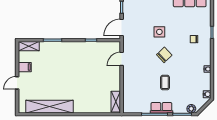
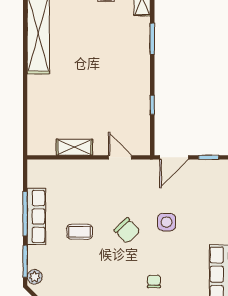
door: (122, 27) -> (174, 157), swing flipped
shelving: (116, 102) -> (74, 147), moved
row of seats: (161, 108) -> (36, 216), width x1.48

